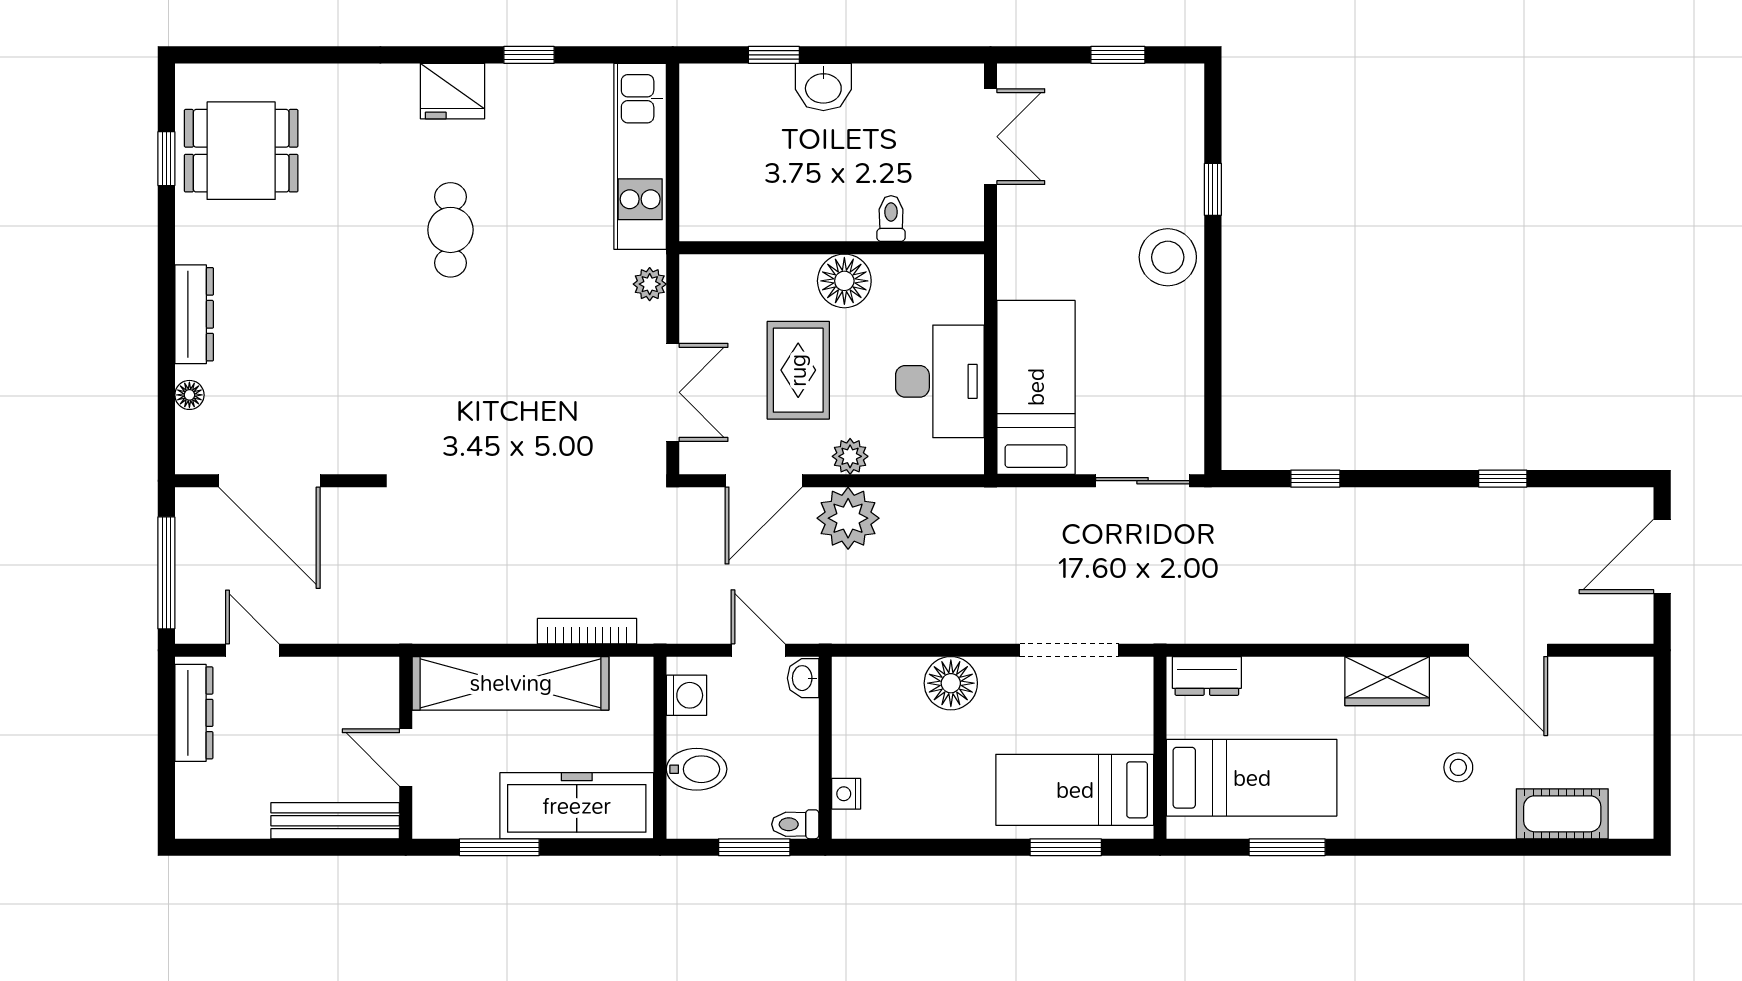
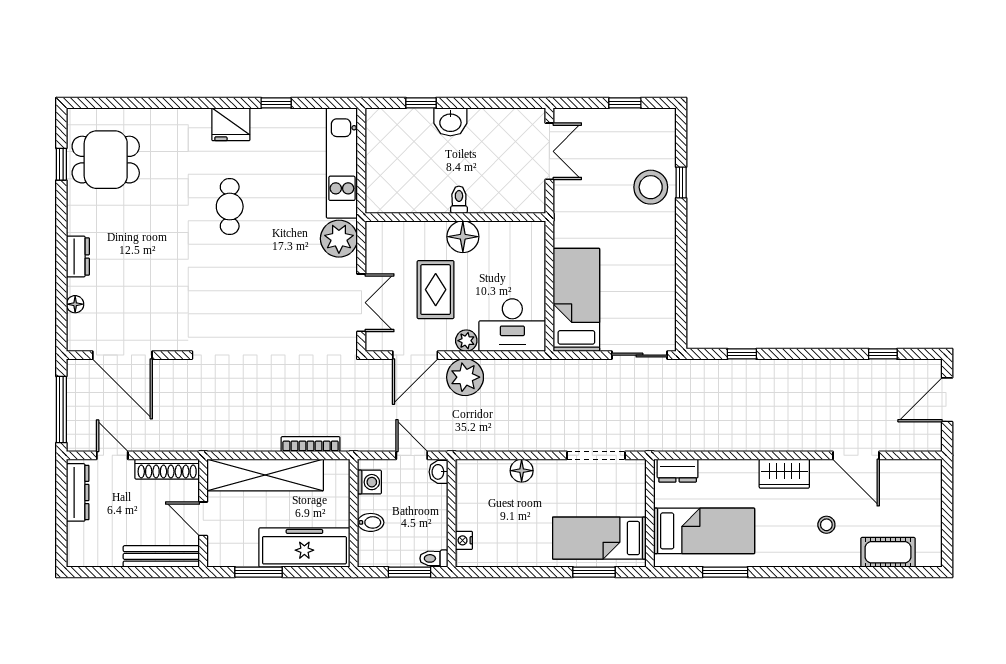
toilet: (891, 218) -> (459, 200), moved
stool: (1168, 257) -> (651, 187), moved
plant: (650, 284) -> (339, 239), width x1.88, depth x1.88
dresser: (194, 314) -> (78, 256), width x0.70
desk: (940, 381) -> (512, 325), moved, turned 90
window: (1503, 479) -> (883, 354), moved
shoe rack: (345, 673) -> (167, 469), added
floor lamp: (951, 683) -> (522, 471), width x0.73, depth x0.73
bidet: (697, 769) -> (371, 522), width x0.72, depth x0.74

